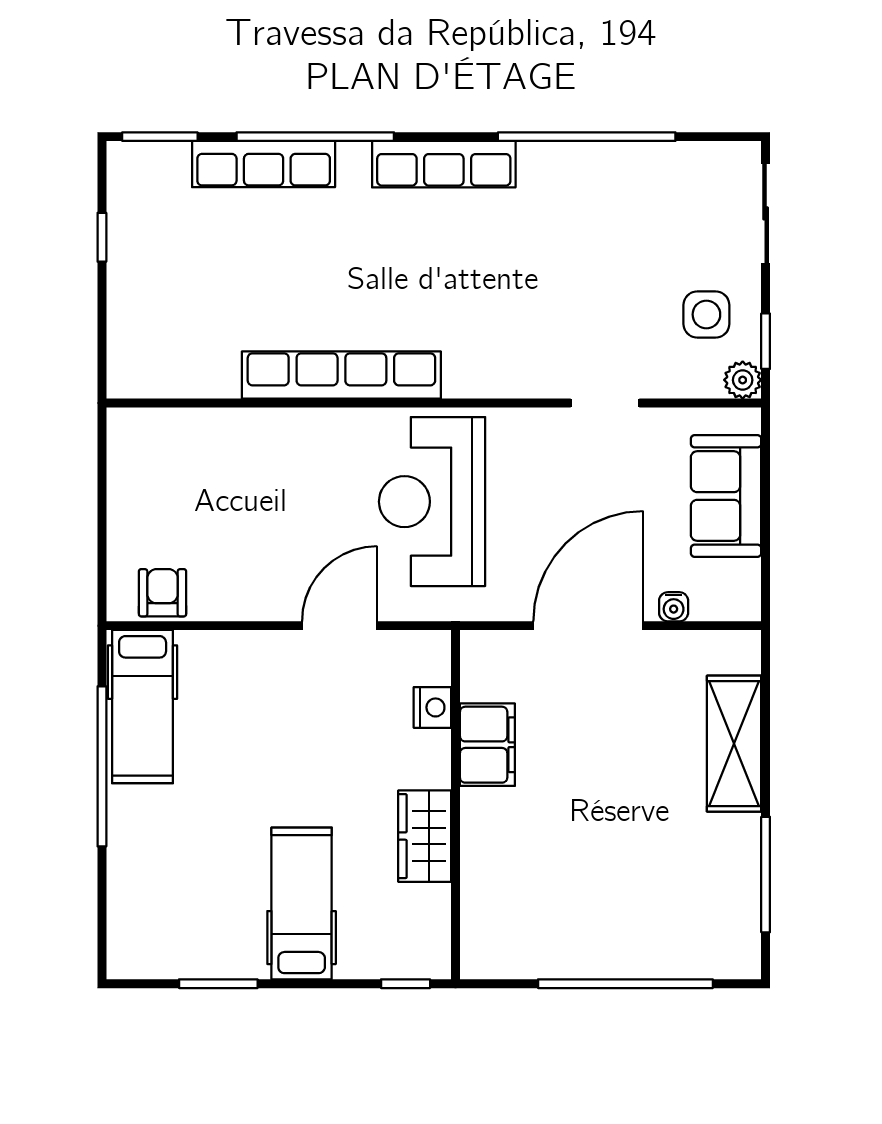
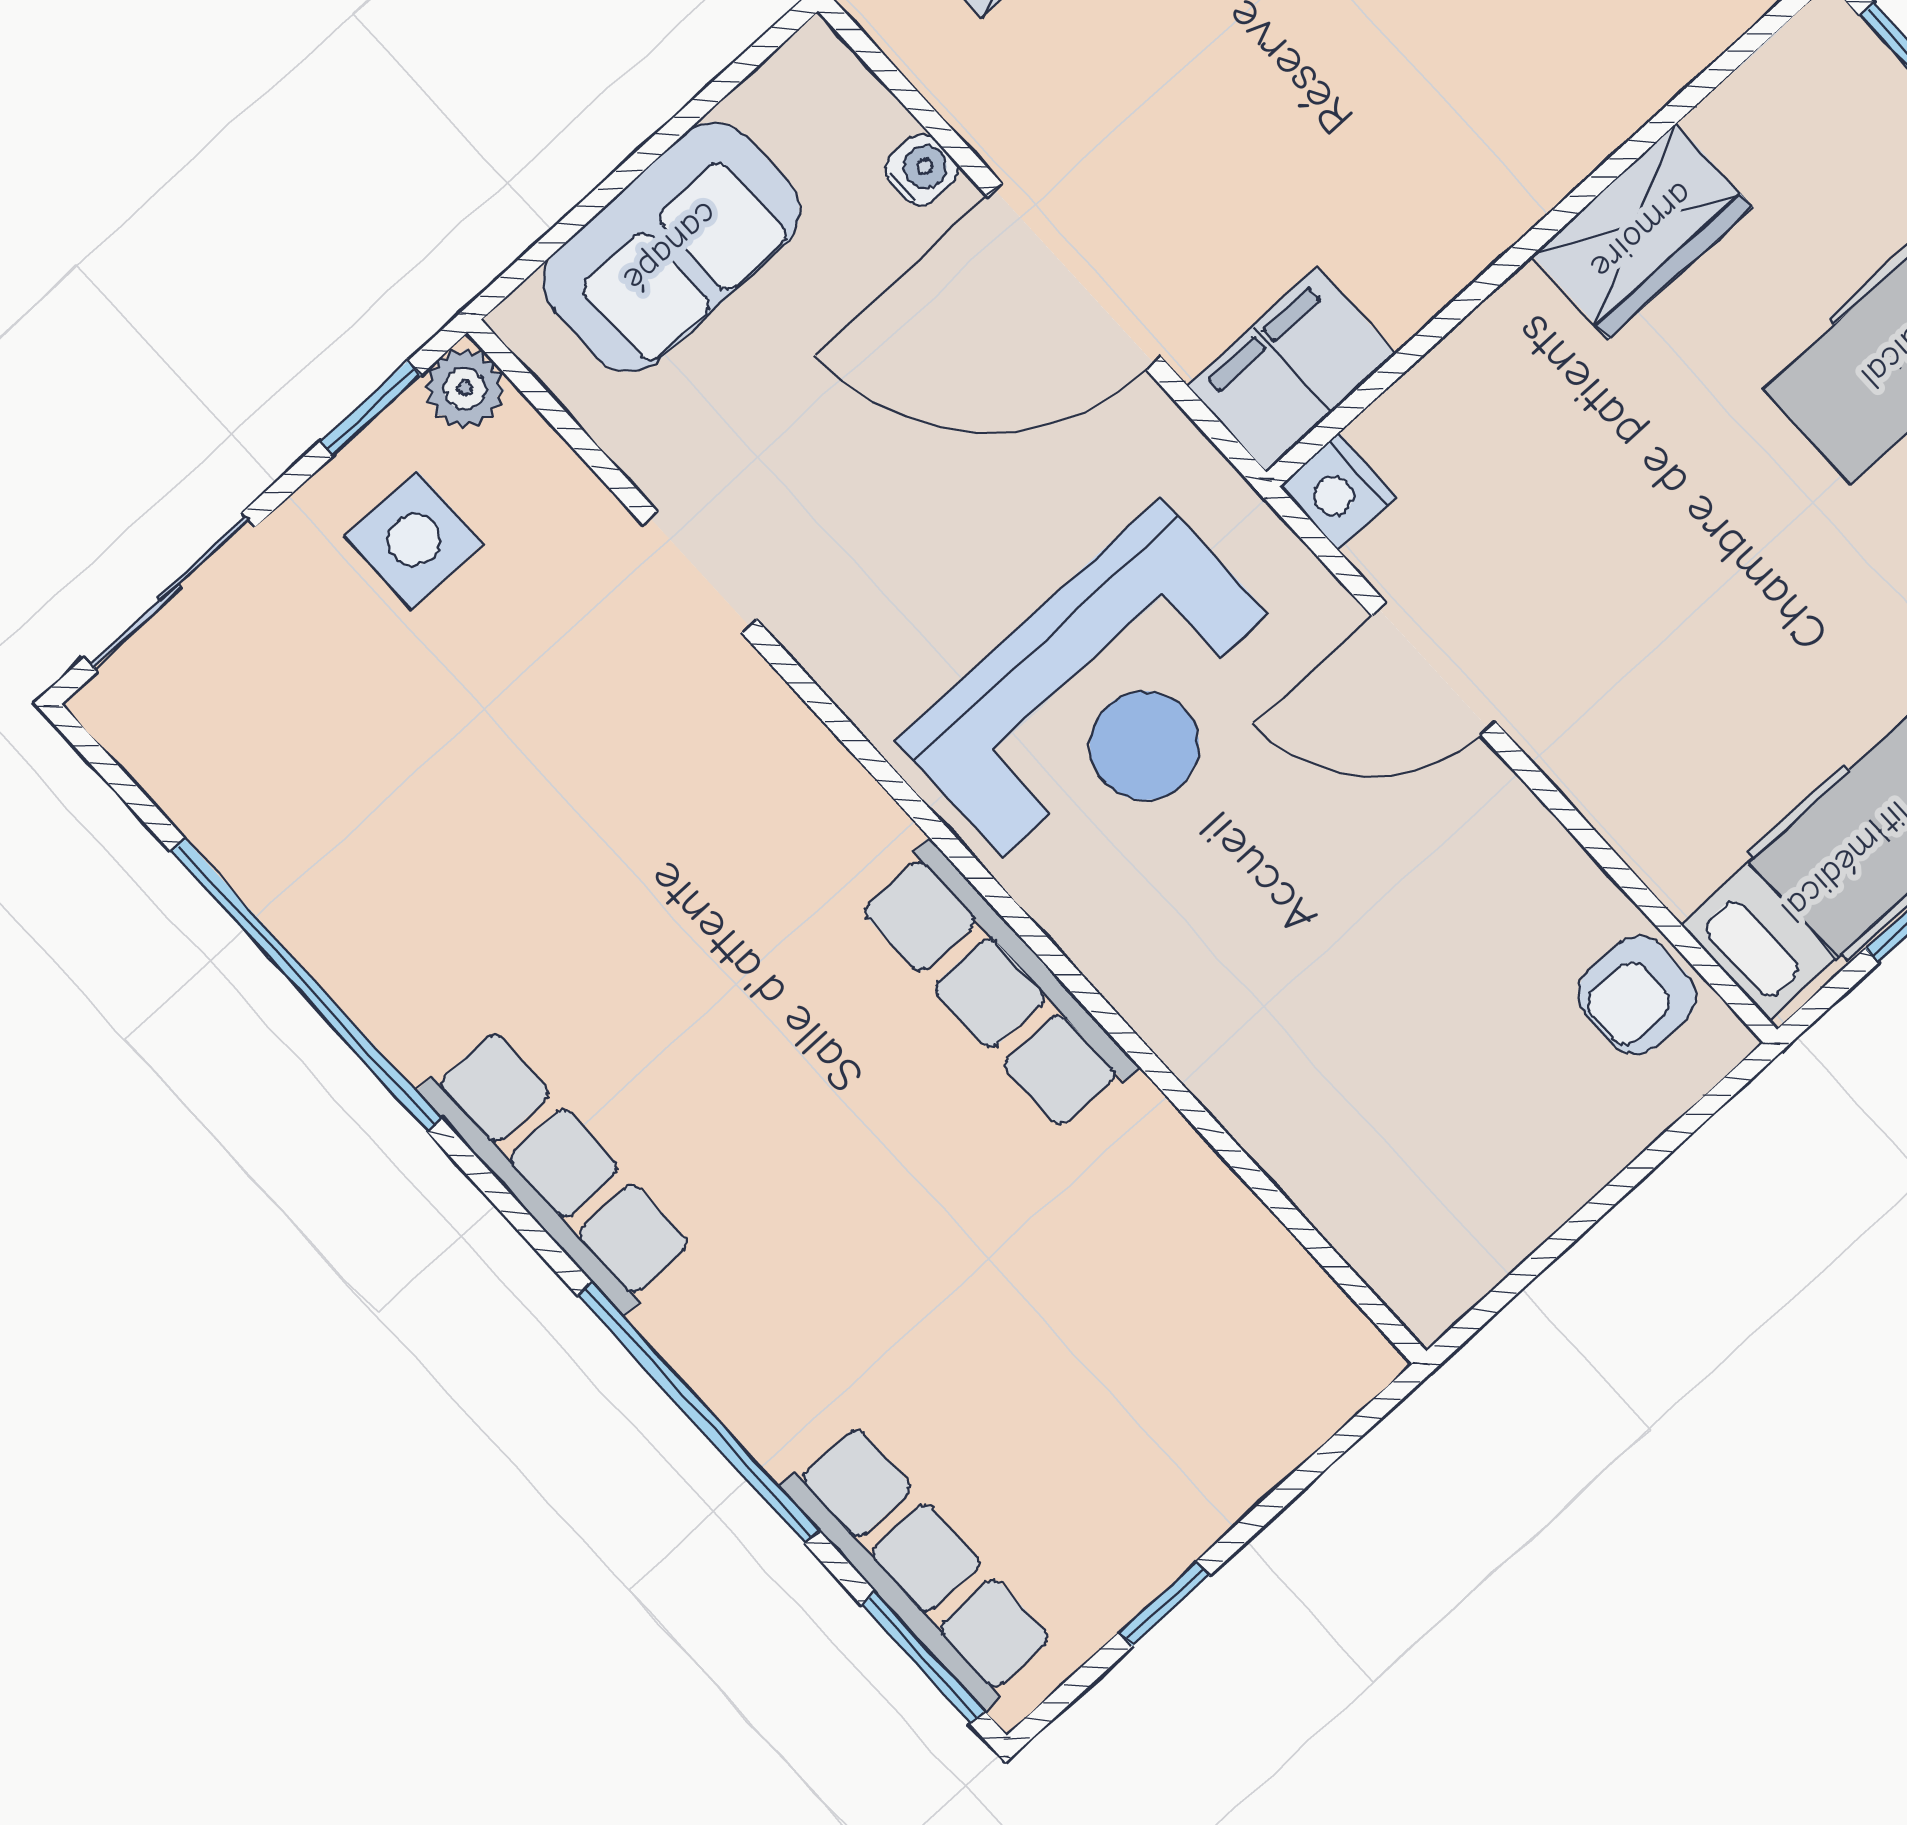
row of seats: (264, 164) -> (918, 1565), moved
row of seats: (341, 375) -> (998, 986), width x0.73
nightstand: (432, 707) -> (1338, 492), moved, turned -90
filing cabinet: (487, 745) -> (1292, 370), moved

